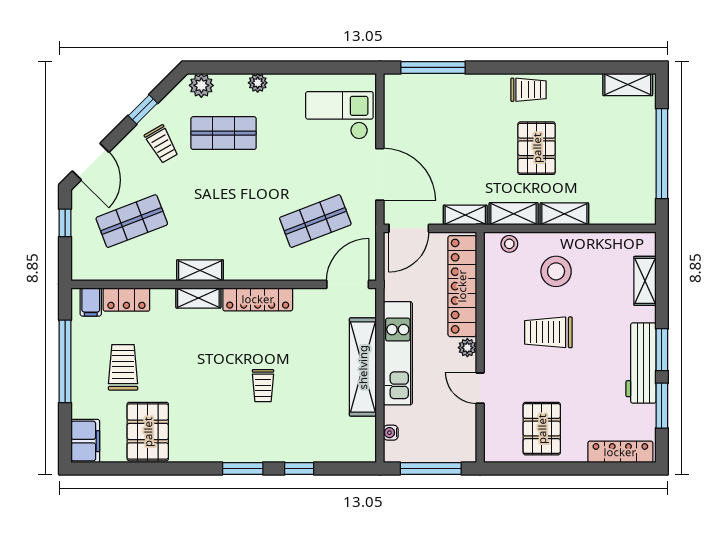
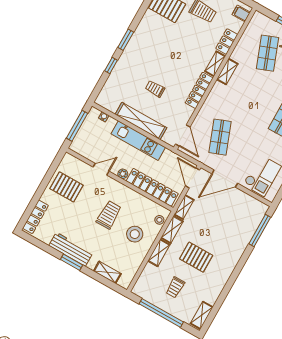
trolley: (529, 90) -> (175, 287), moved
locker: (126, 300) -> (227, 41), moved
trolley: (263, 386) -> (155, 89), moved
window: (662, 406) -> (46, 248), removed

